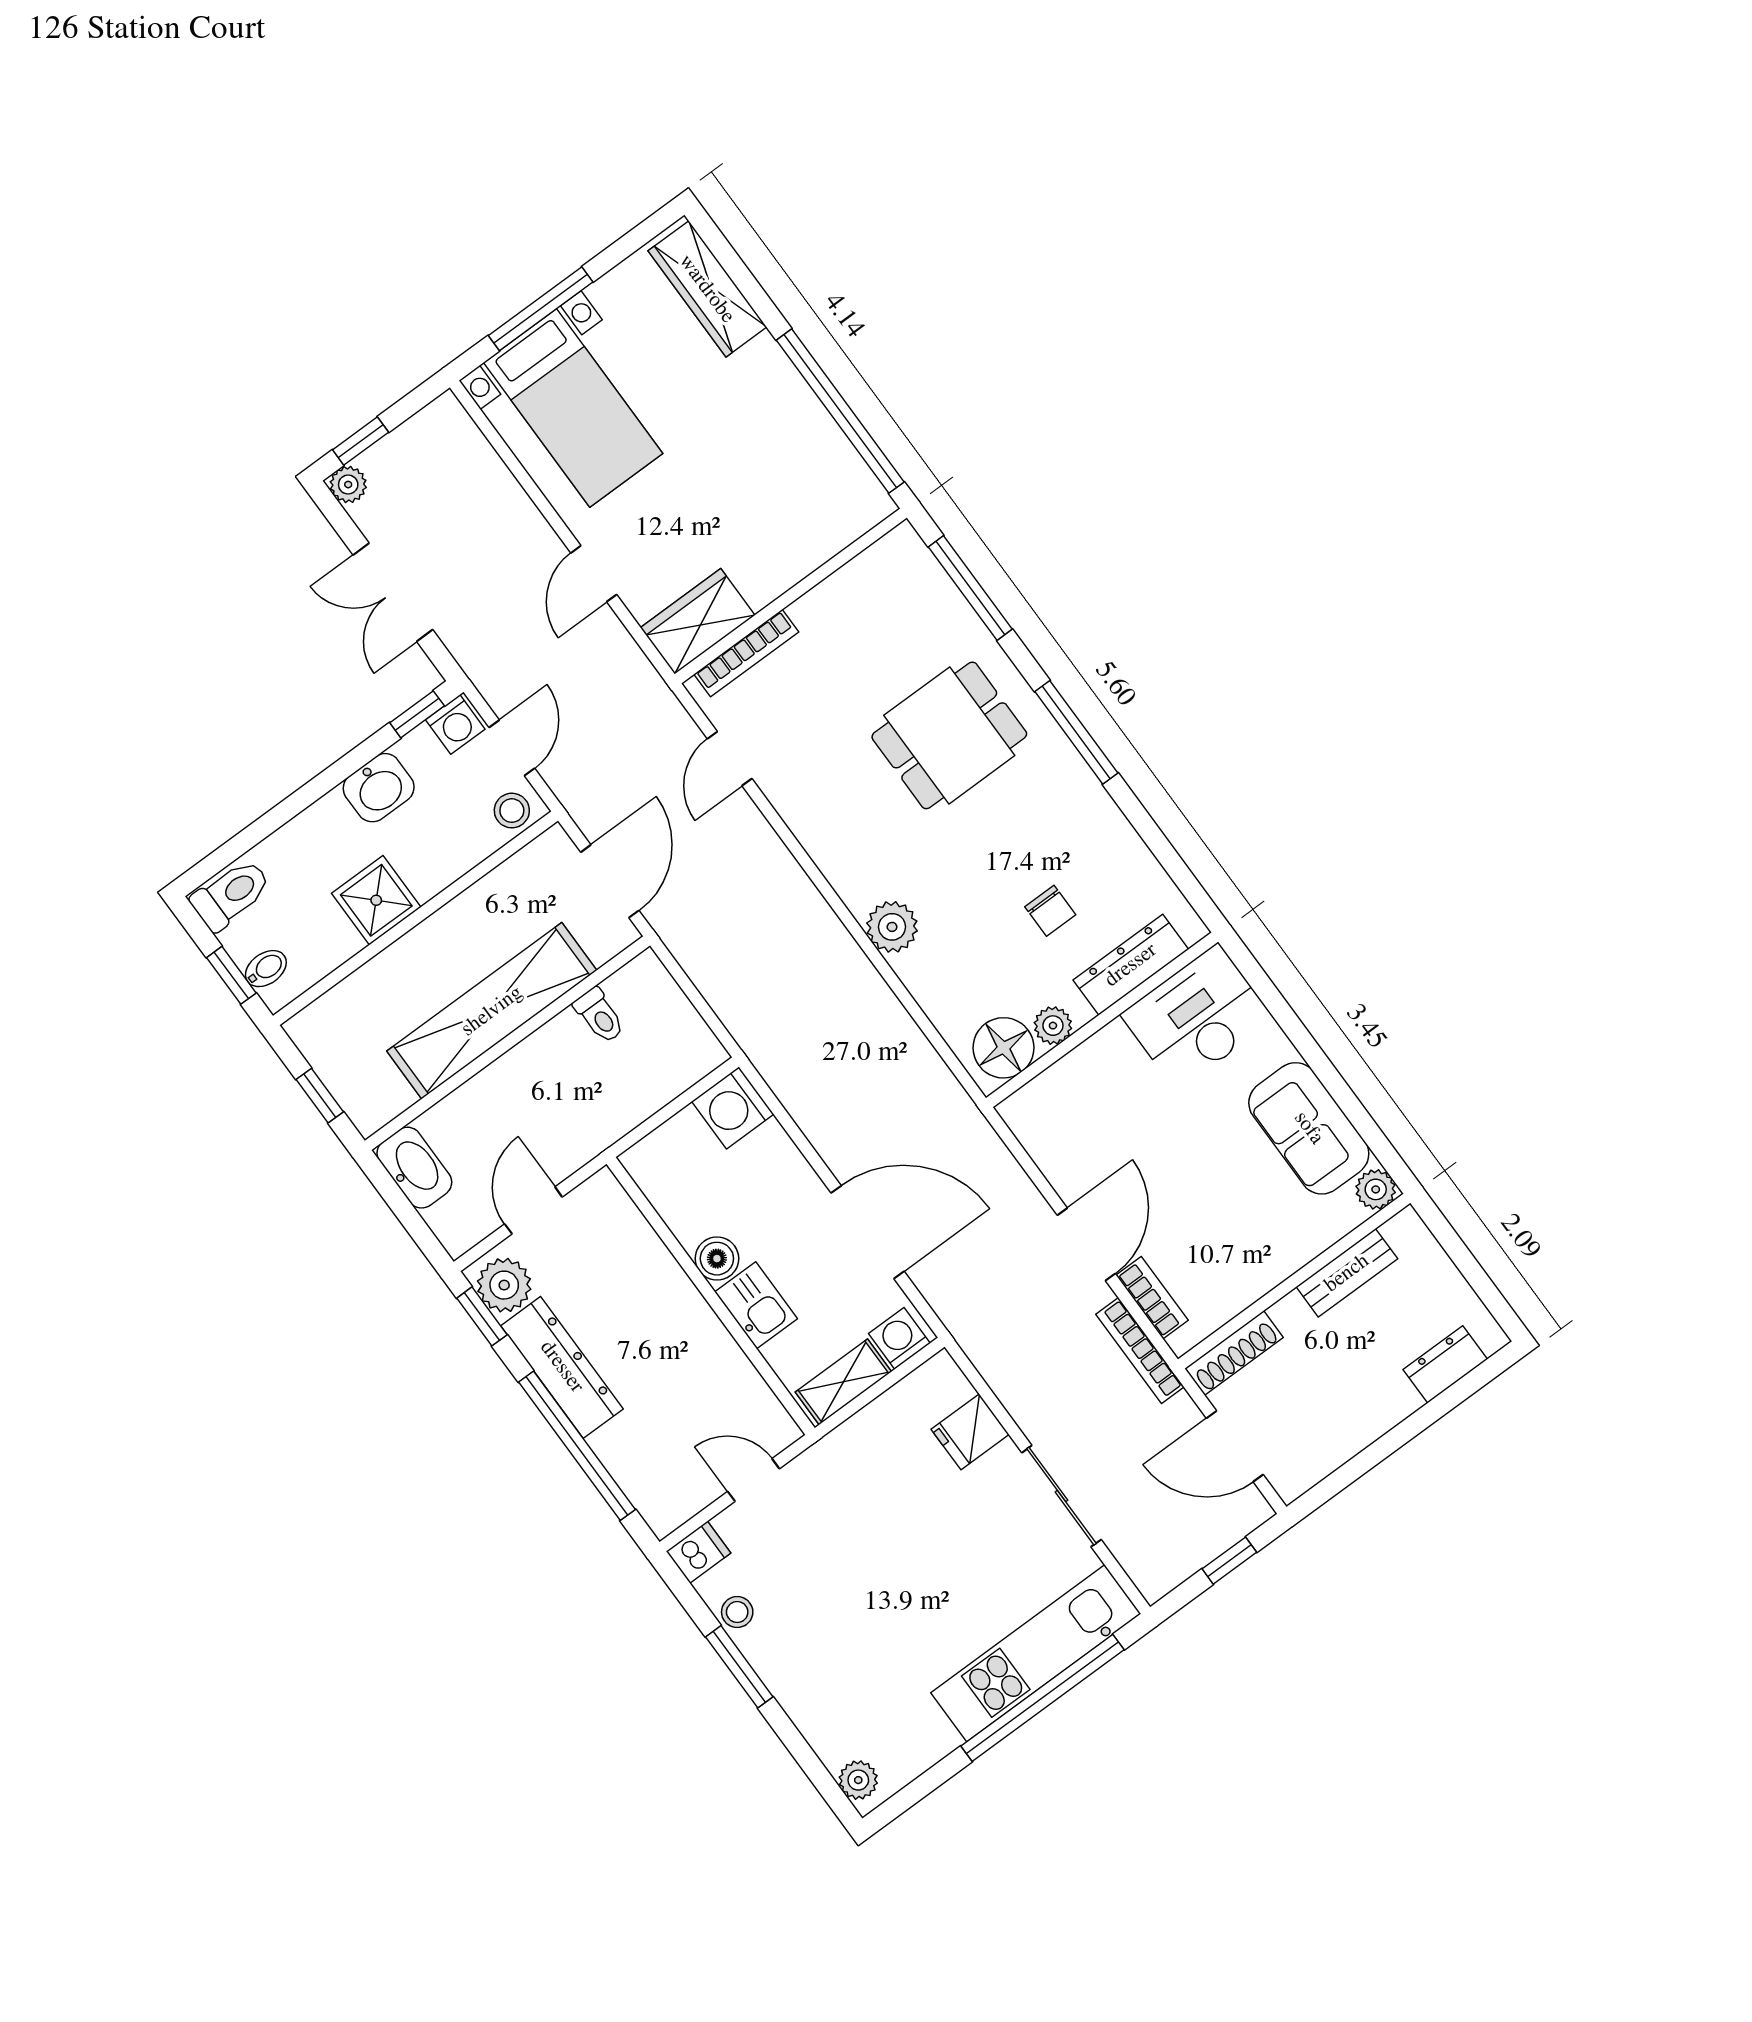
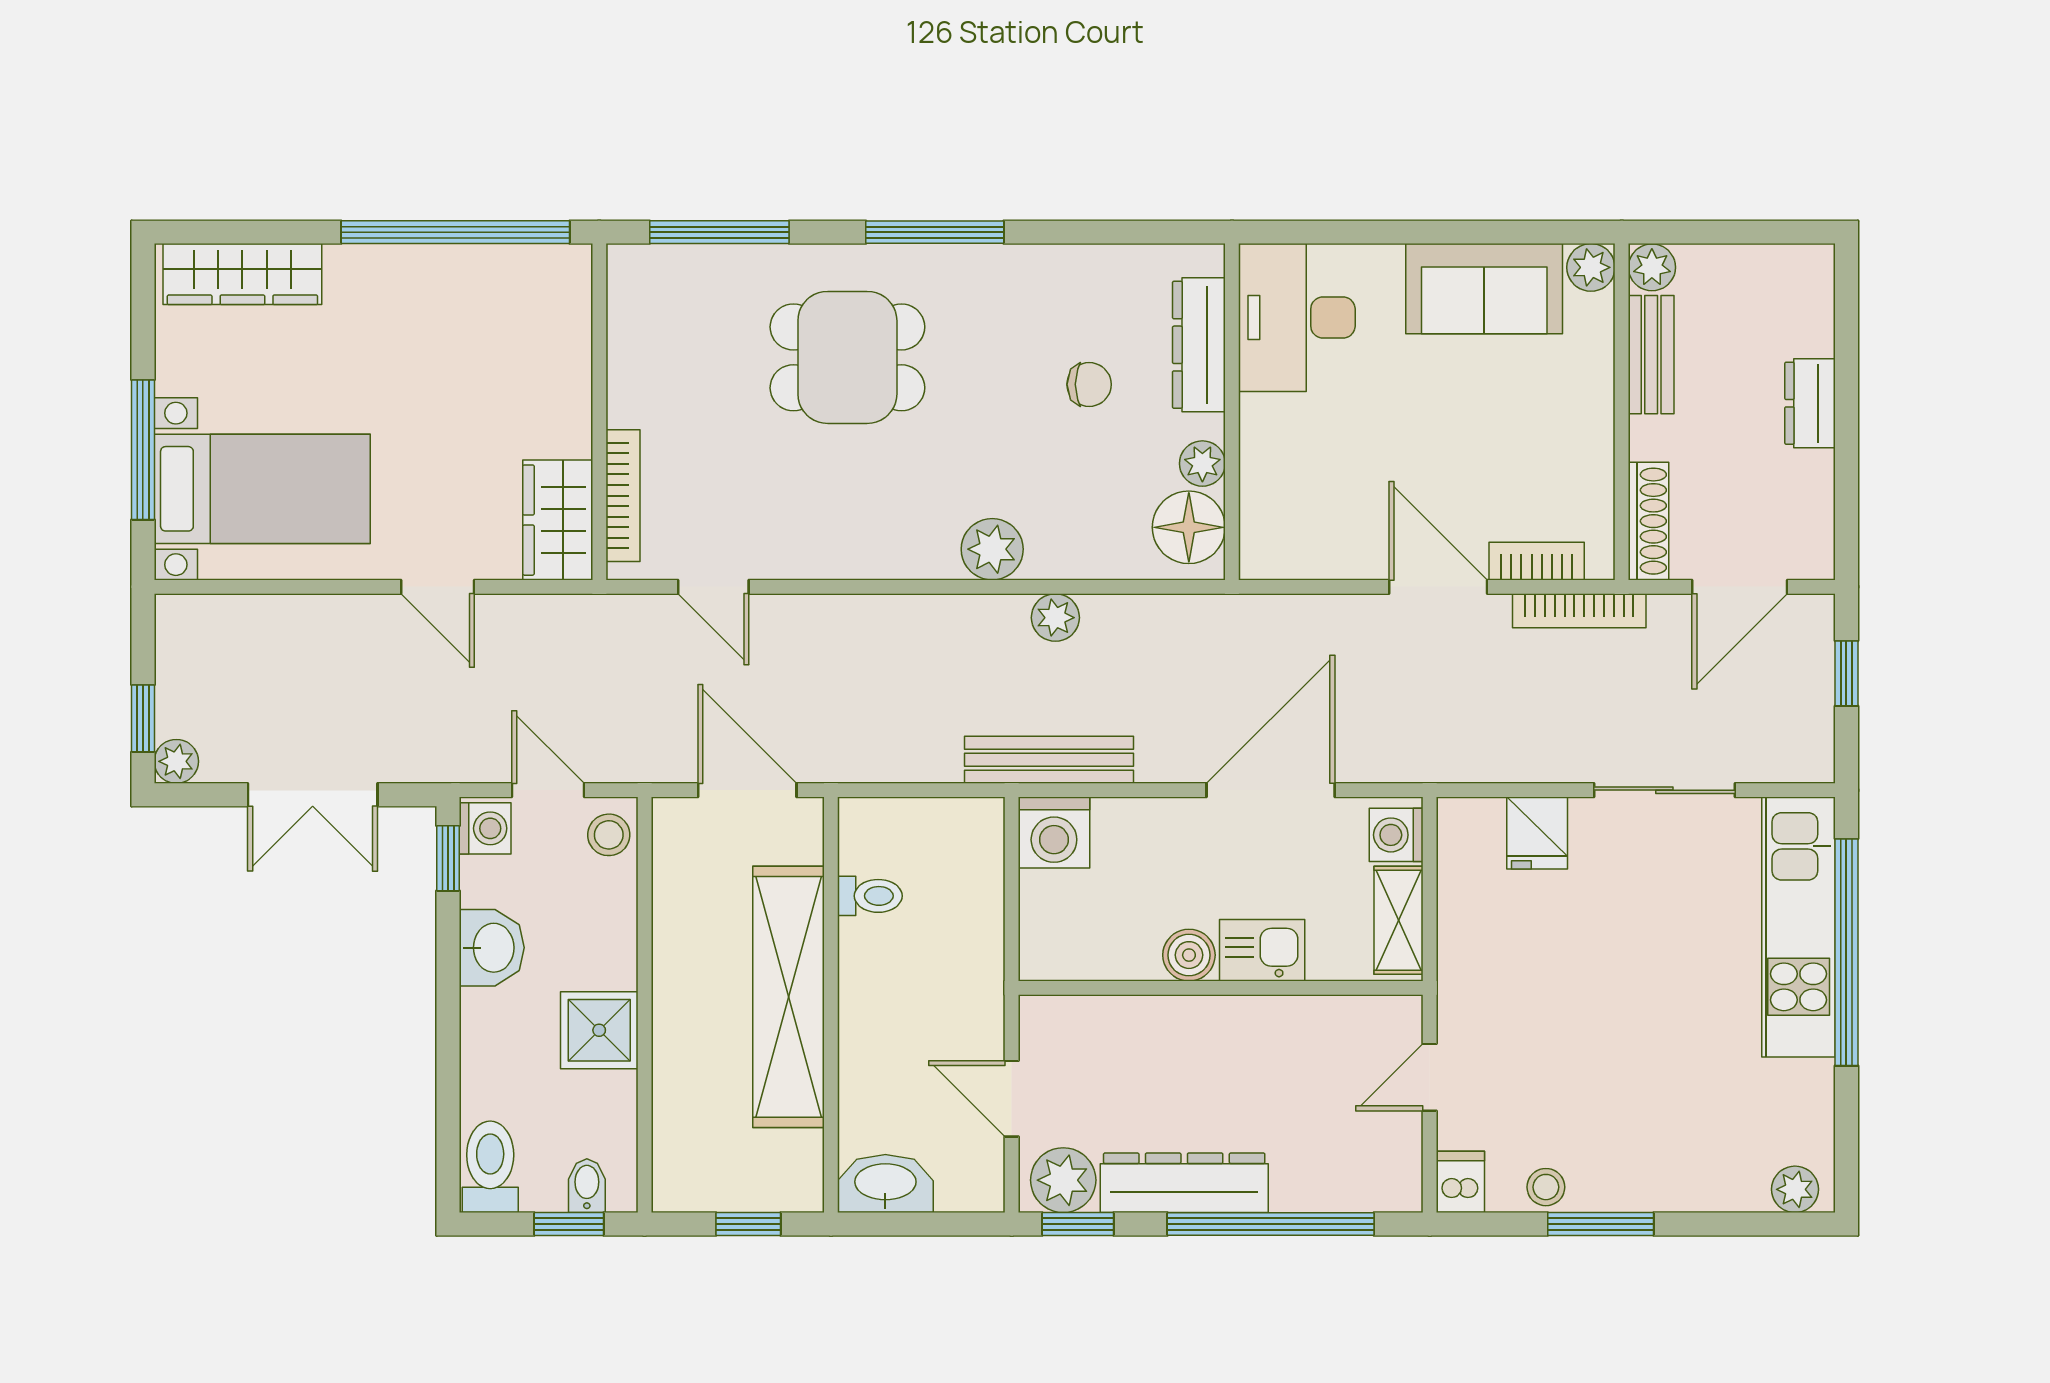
dining table: (949, 735) -> (847, 357), turned 90
plant: (877, 1003) -> (1055, 618), added
bench: (779, 1069) -> (1049, 760), added
plant: (1406, 1230) -> (1652, 267), added
dresser: (1445, 1364) -> (1810, 403), moved

